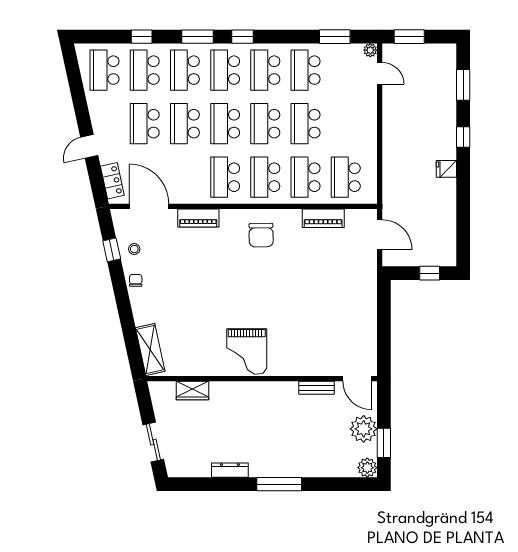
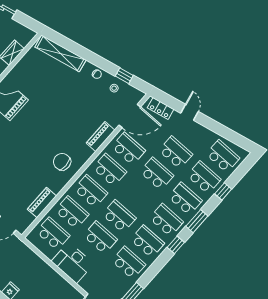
school desk: (225, 124) -> (128, 149), moved
desk: (358, 130) -> (72, 263), added
shelving: (150, 350) -> (60, 53), width x1.47

